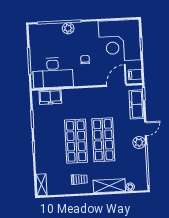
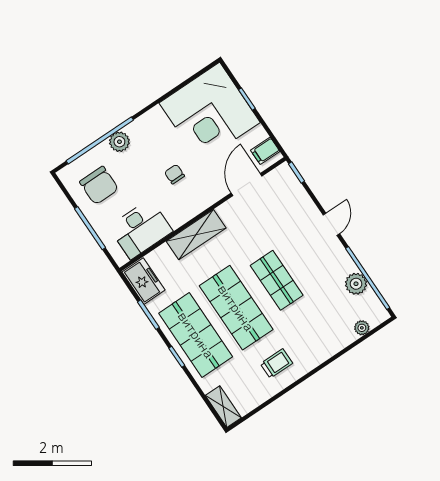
chair: (46, 43) -> (99, 185), added
desk: (53, 73) -> (141, 229), width x0.73, depth x0.77
freezer: (50, 97) -> (143, 281), moved, turned -90
freezer: (136, 104) -> (295, 195), removed
shop shelf: (103, 140) -> (277, 280), width x0.70, depth x0.74
shop shelf: (49, 142) -> (196, 335), added
plant: (139, 143) -> (356, 284), moved
shelving: (109, 186) -> (196, 235), moved

